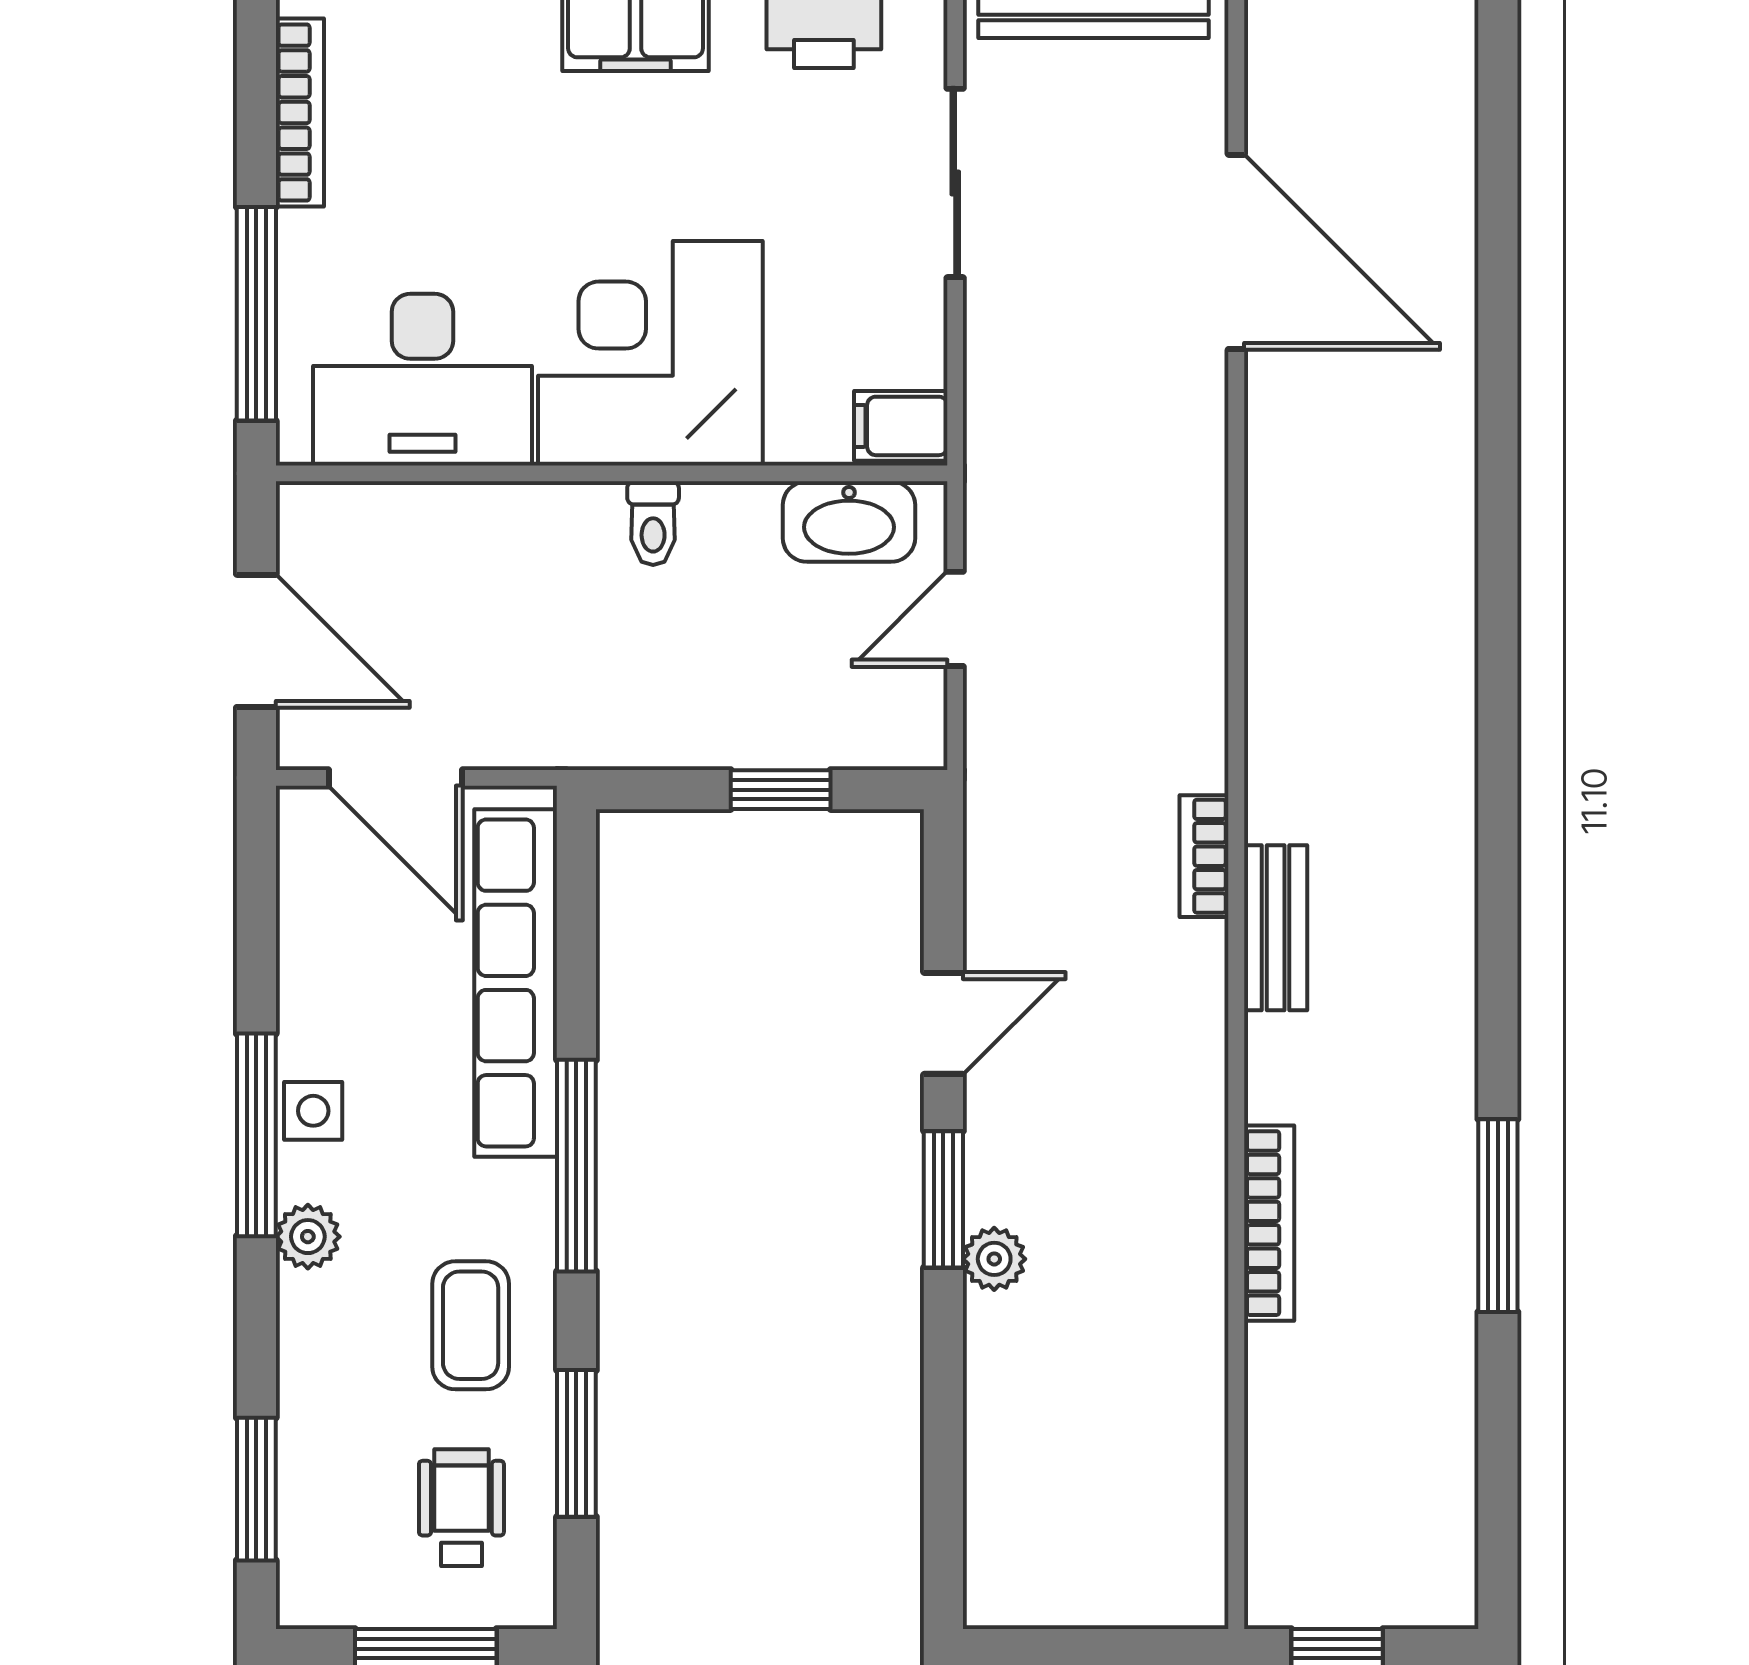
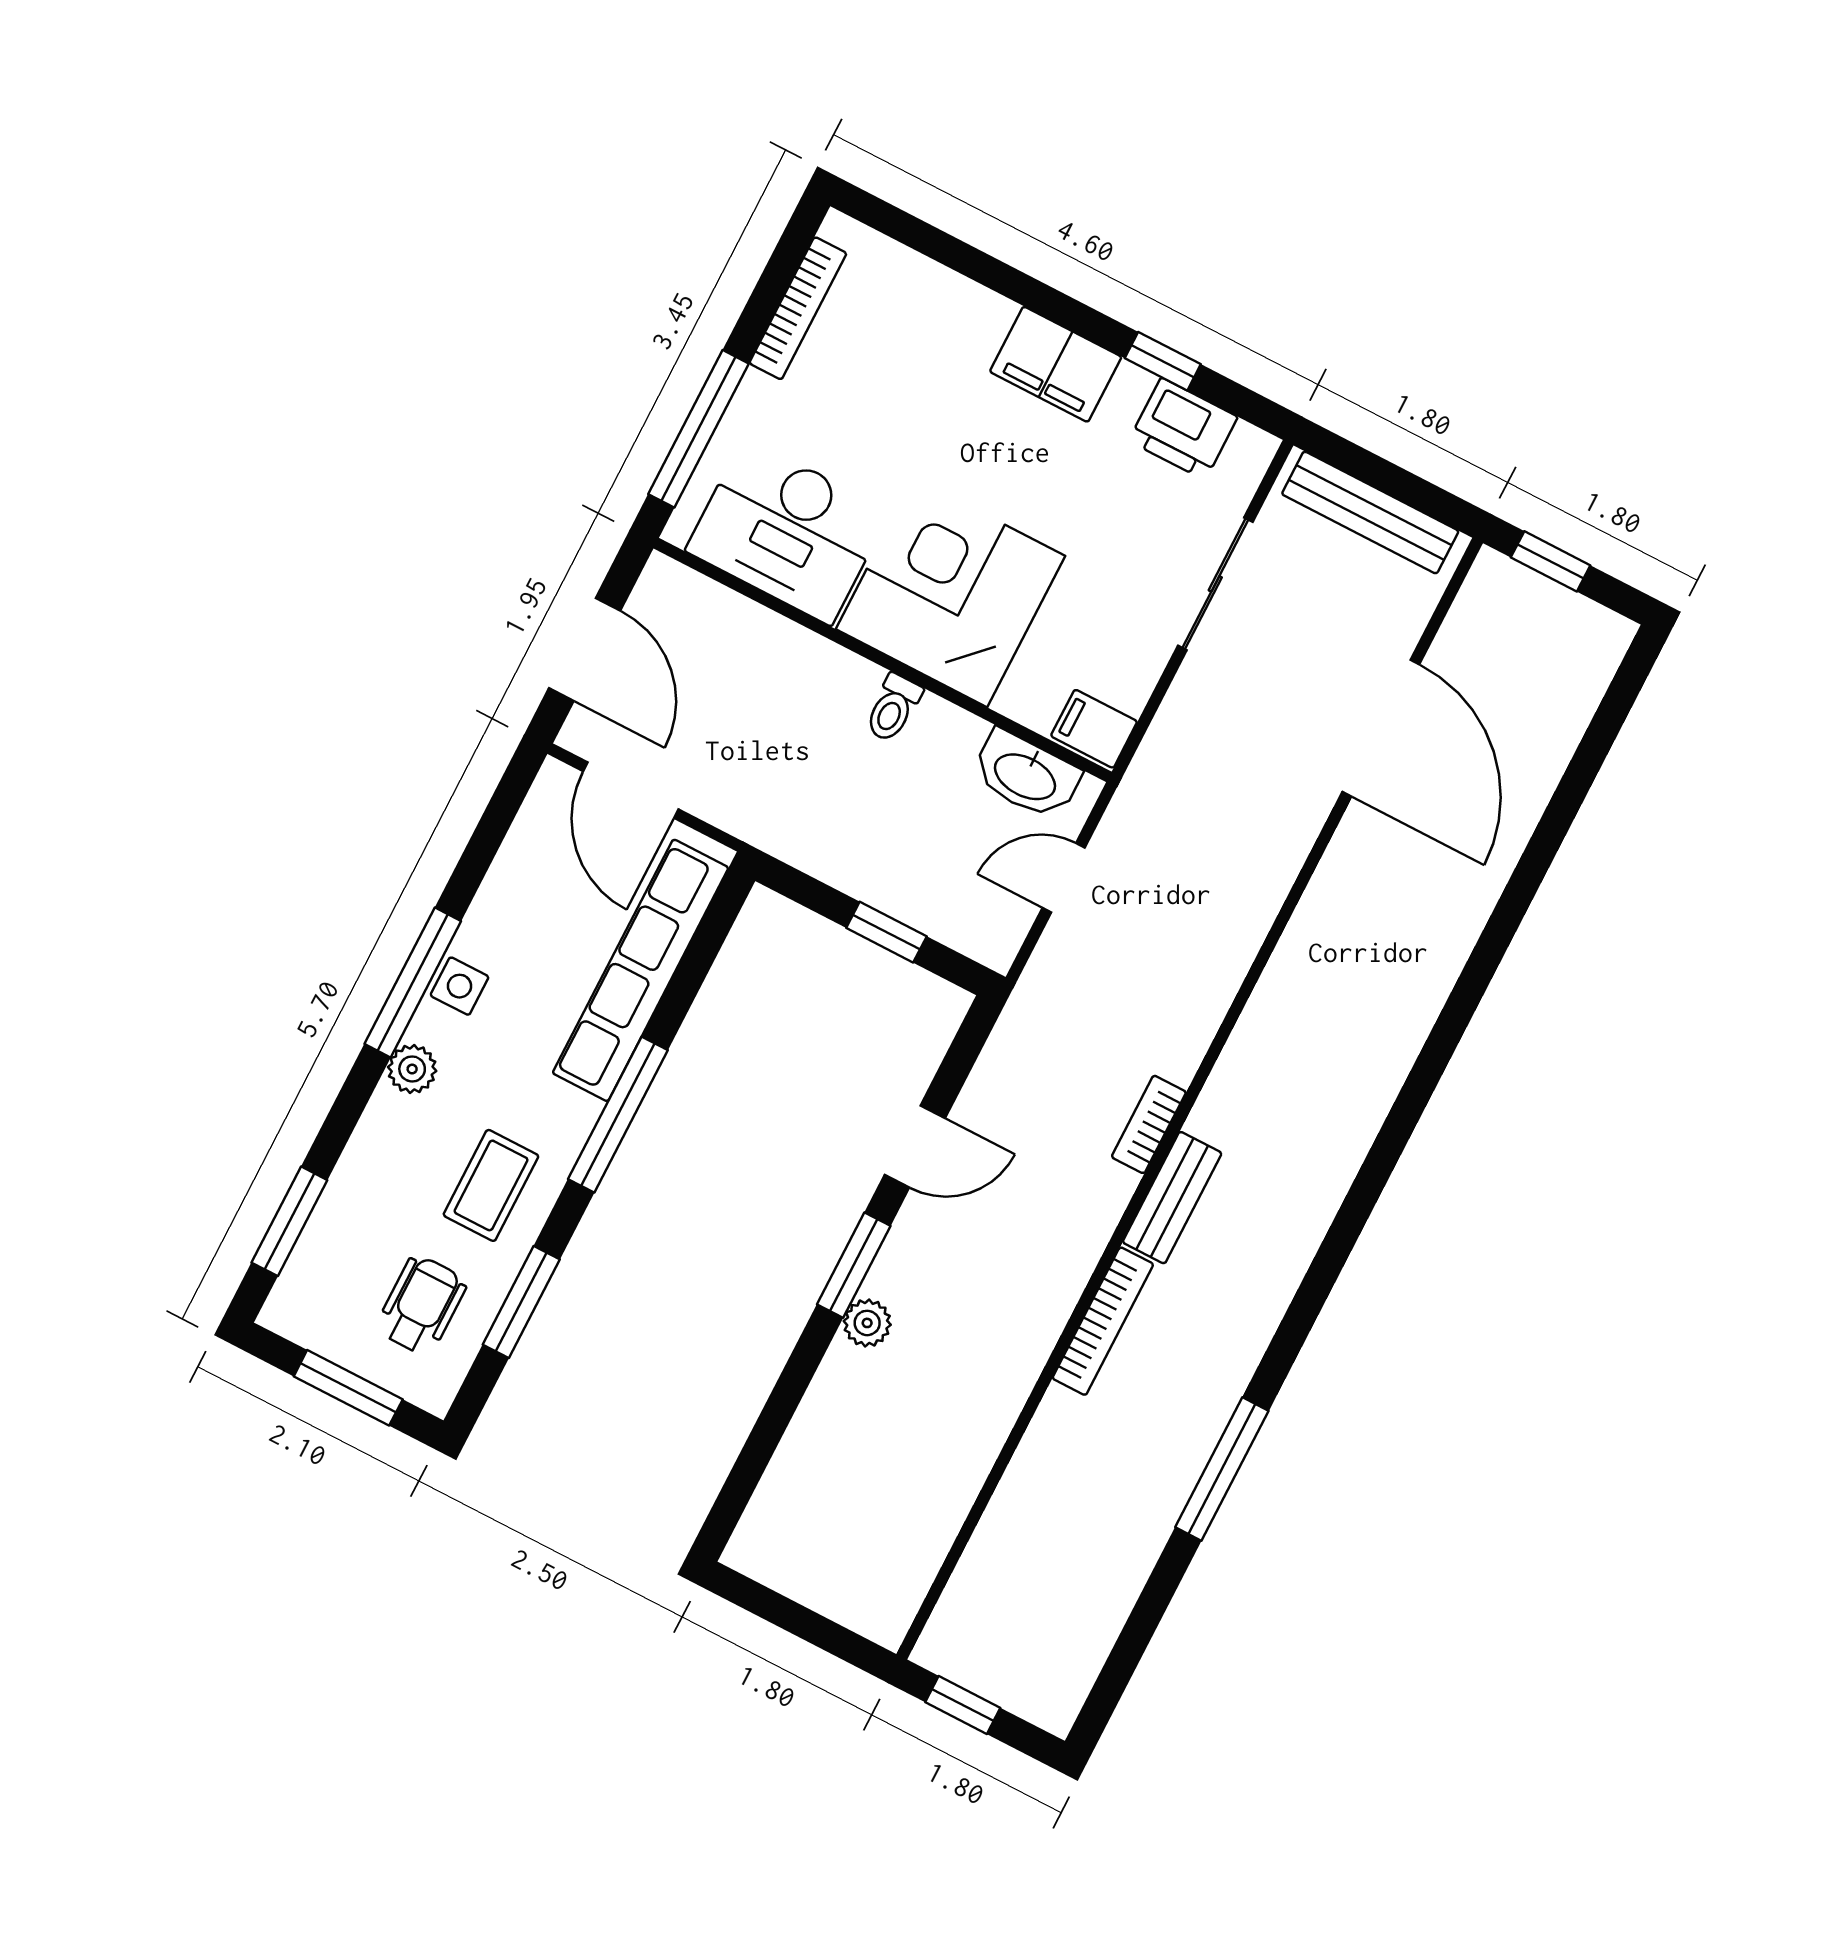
bookcase: (1269, 1223) -> (1103, 1321), moved

